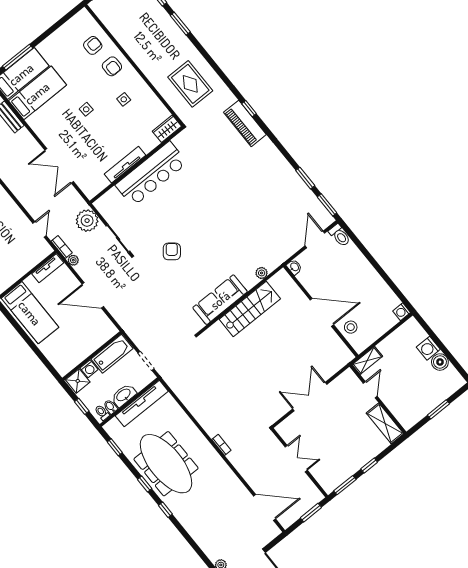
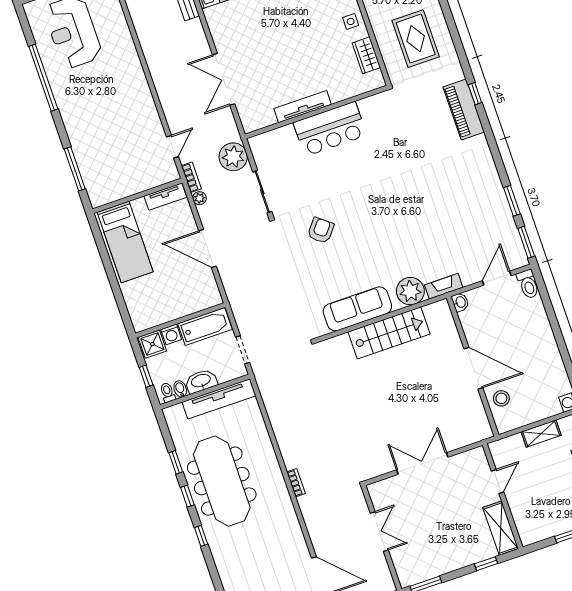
side table: (124, 99) -> (351, 21), moved
side table: (86, 109) -> (280, 24), removed
wardrobe: (167, 129) -> (366, 55), moved, turned -90
bar counter: (151, 174) -> (330, 129), width x0.73
fireplace: (278, 260) -> (444, 286), added
plant: (262, 273) -> (410, 291), width x1.87, depth x1.87
shelving: (367, 360) -> (541, 434), moved
window: (115, 447) -> (176, 462), moved
window: (369, 465) -> (486, 564), moved

